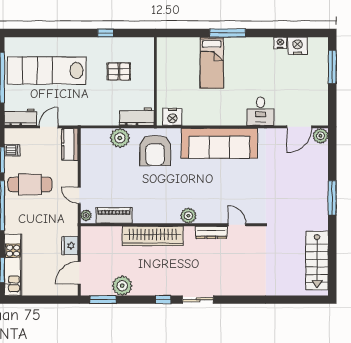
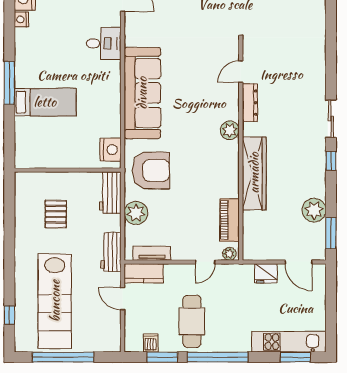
window: (106, 33) -> (9, 315), moved
workbench: (21, 117) -> (111, 252), moved
tv unit: (86, 151) -> (152, 253), added

